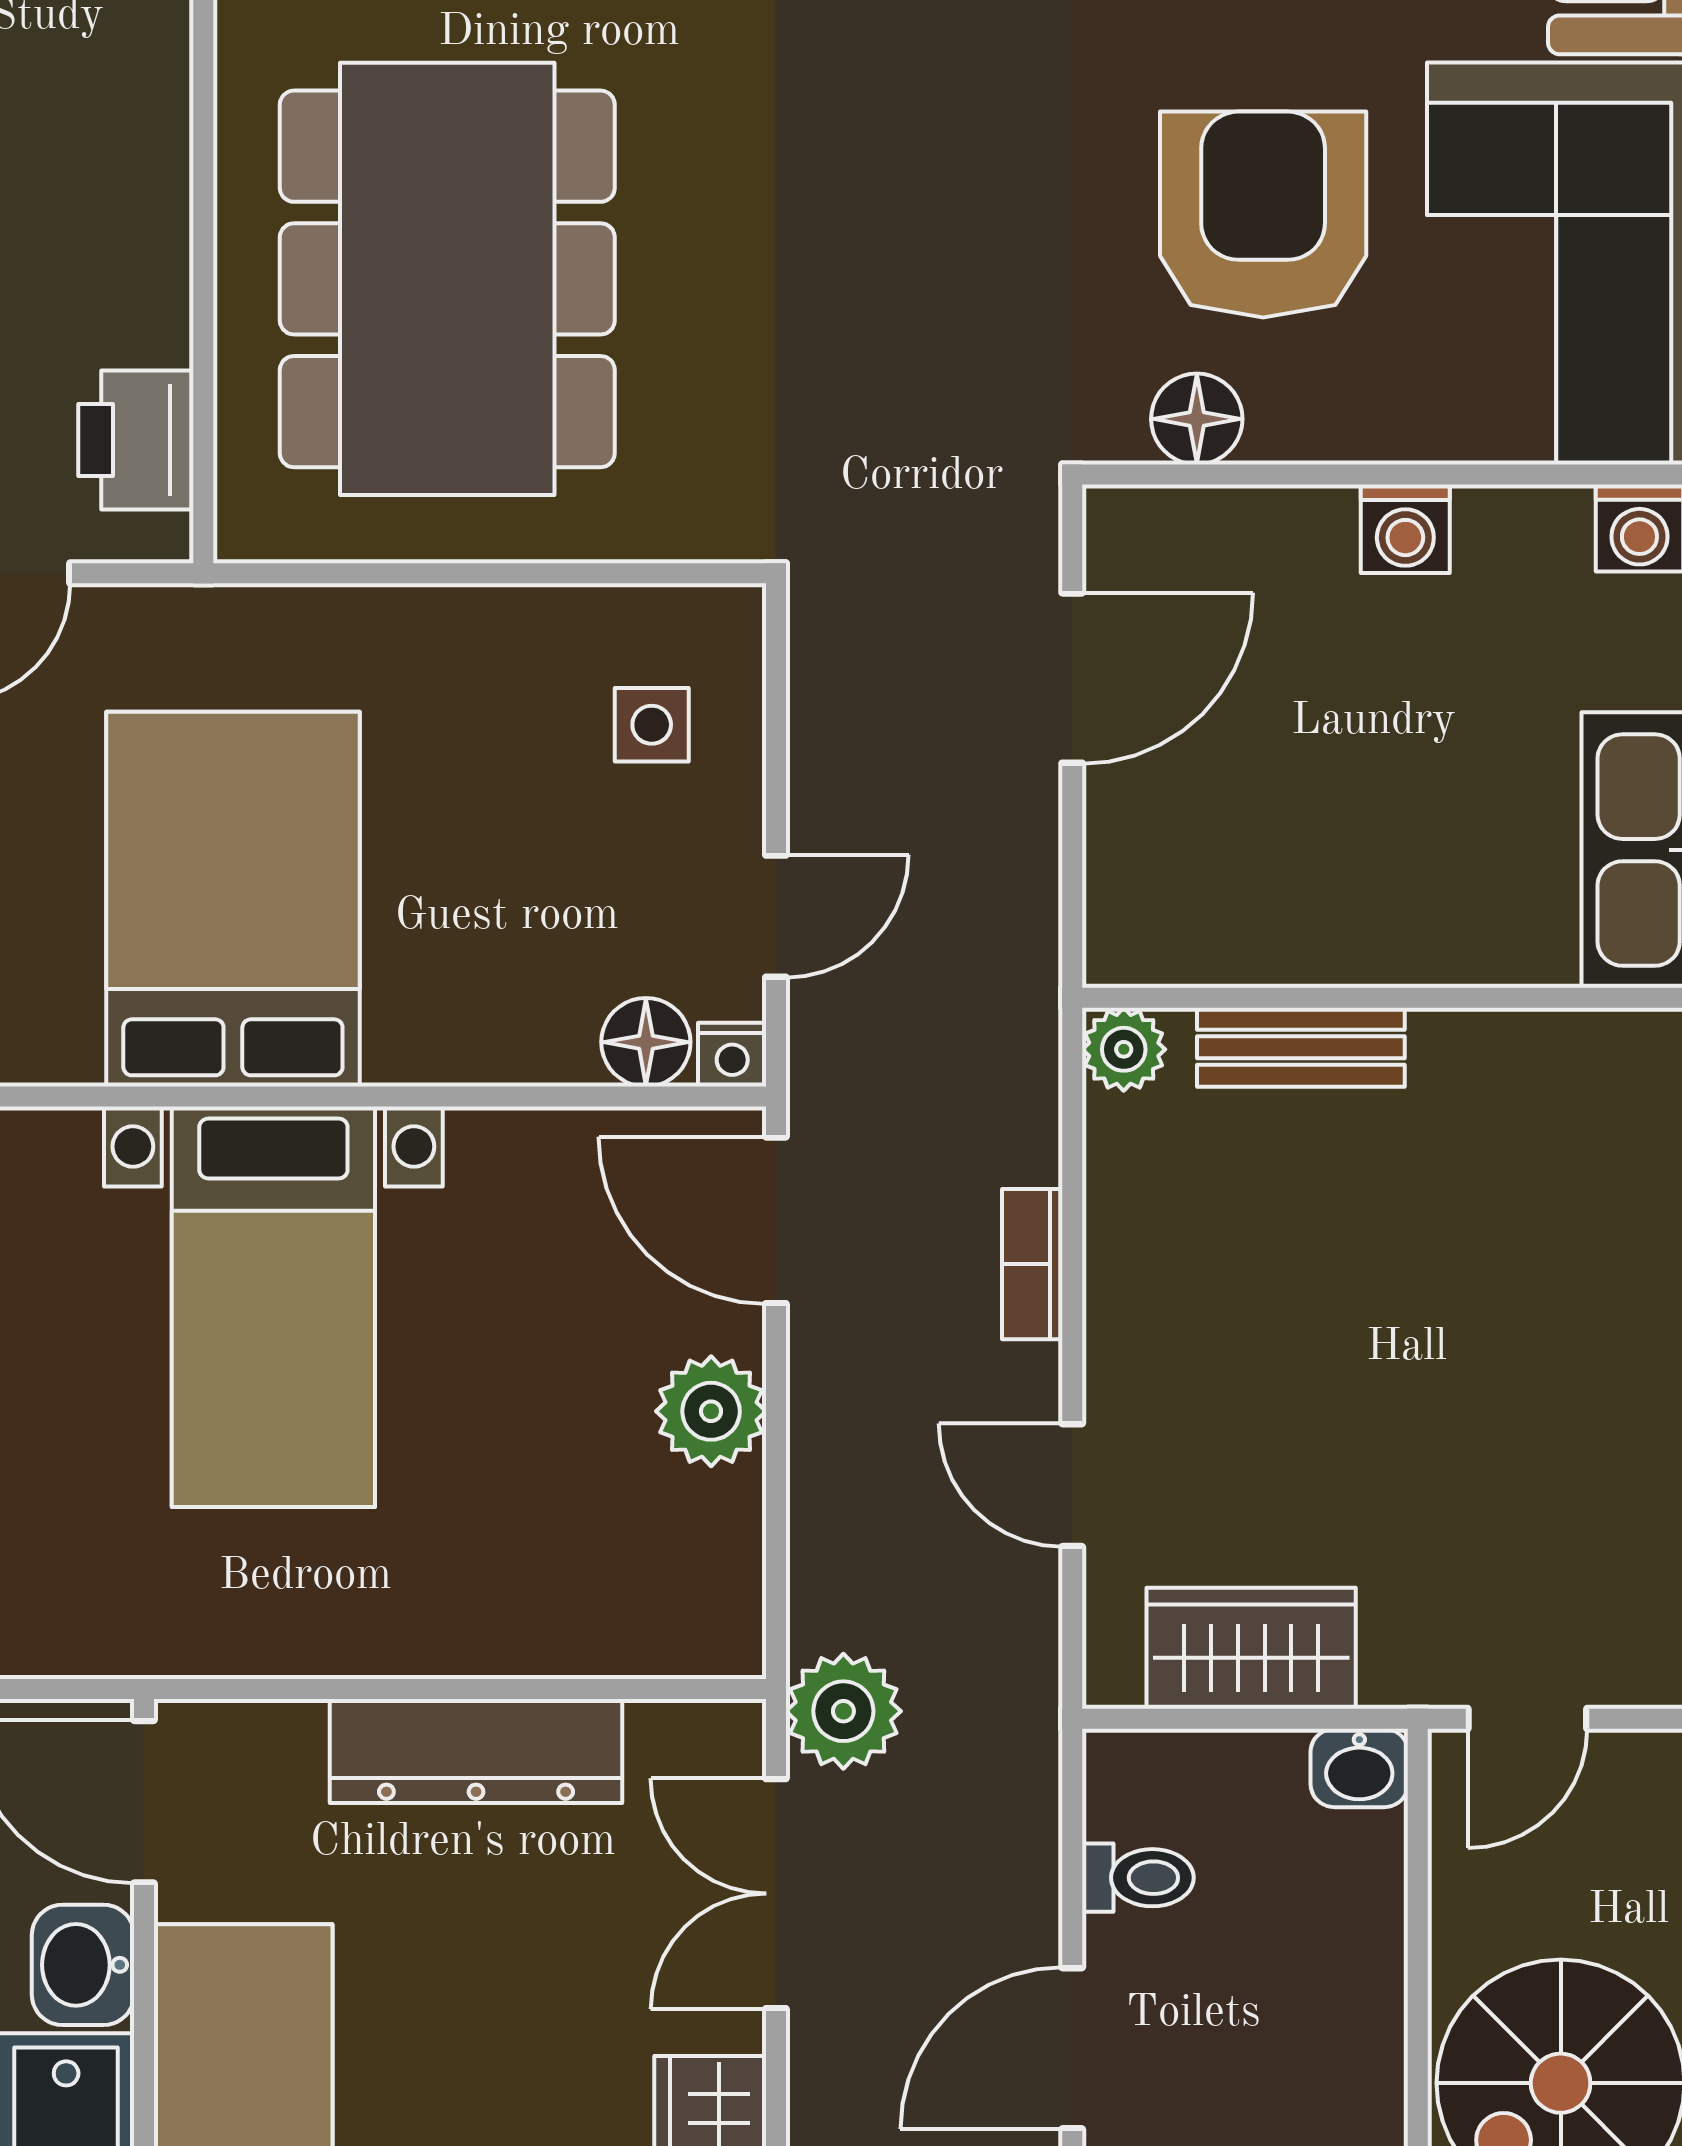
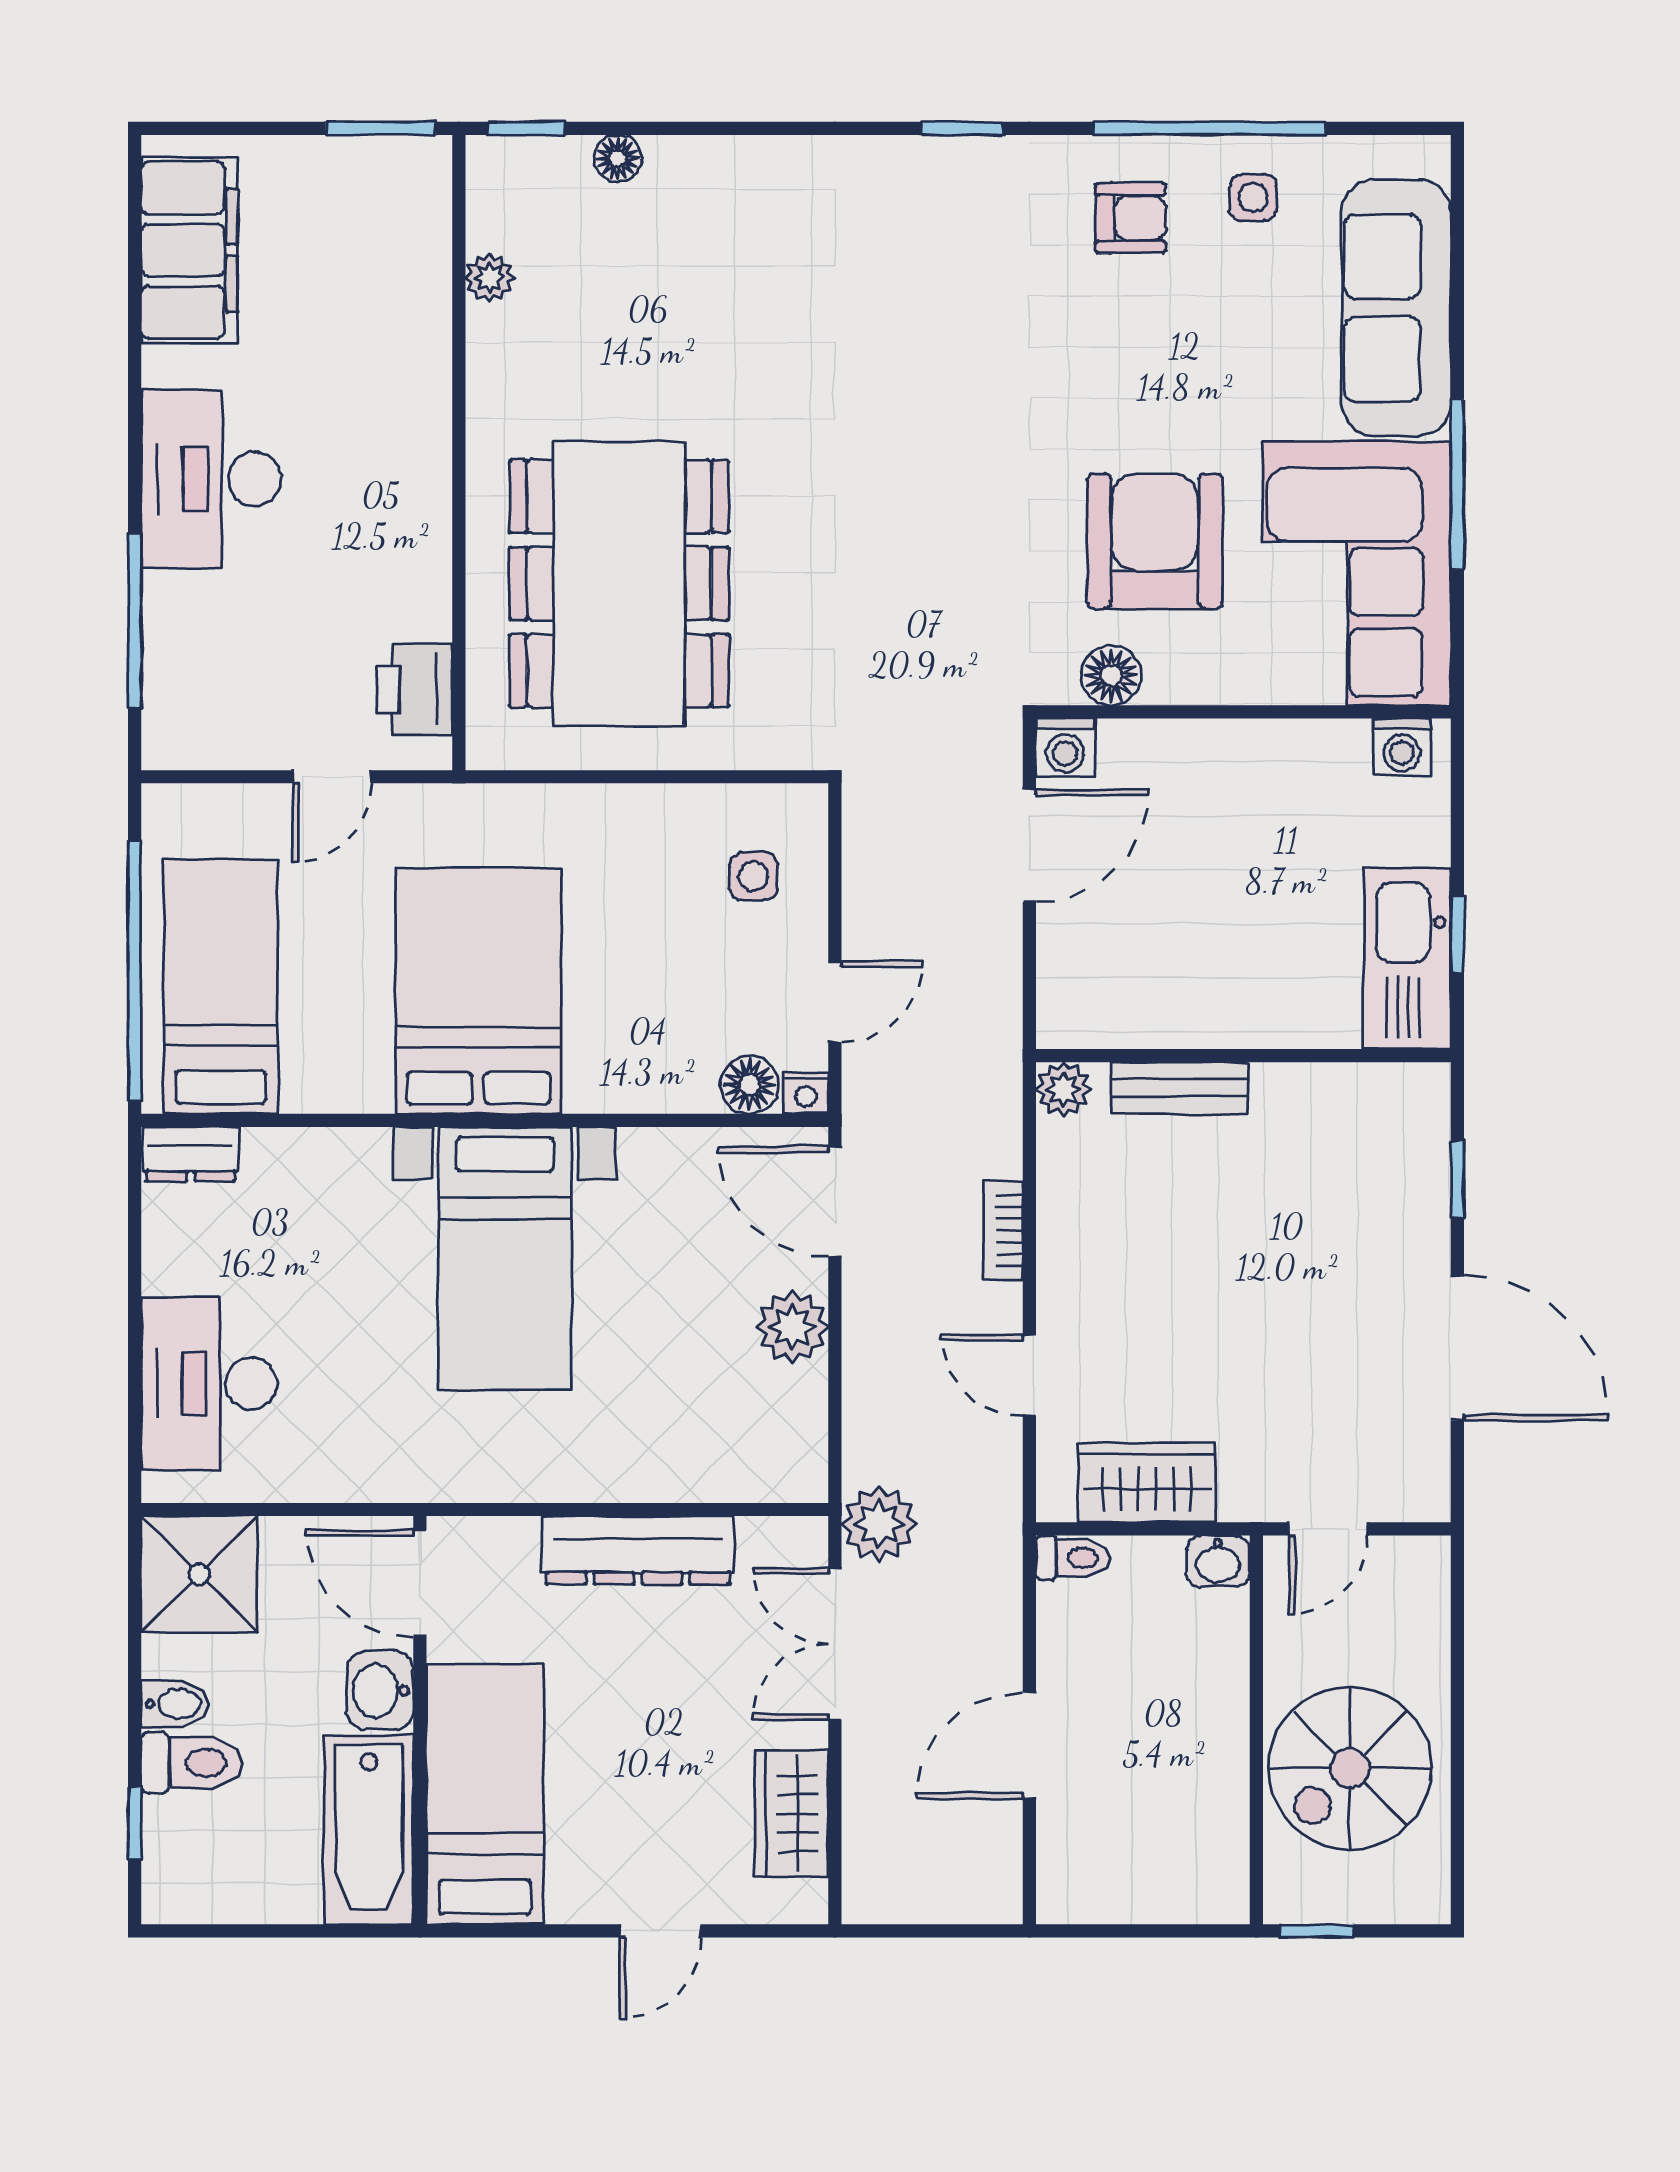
washing machine: (1405, 529) -> (1065, 748), moved
toilet: (1138, 1878) -> (1073, 1558), moved

